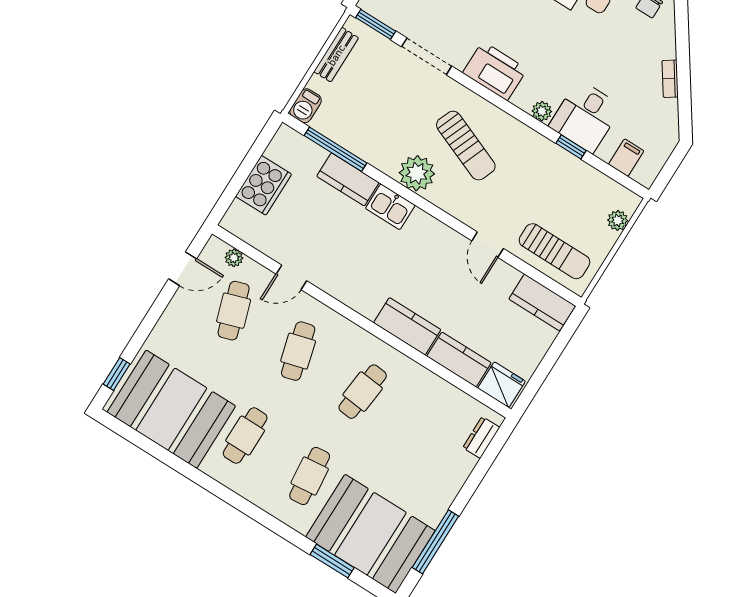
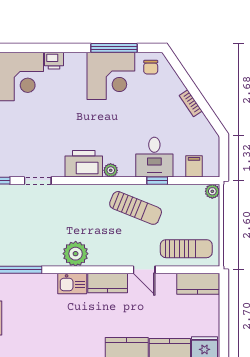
doorway: (427, 56) -> (38, 181), width x0.73
plant: (542, 111) -> (111, 170), moved
sun lounger: (466, 146) -> (136, 208), moved
kitchen counter: (348, 179) -> (108, 283), moved
plant: (618, 220) -> (212, 191), moved

